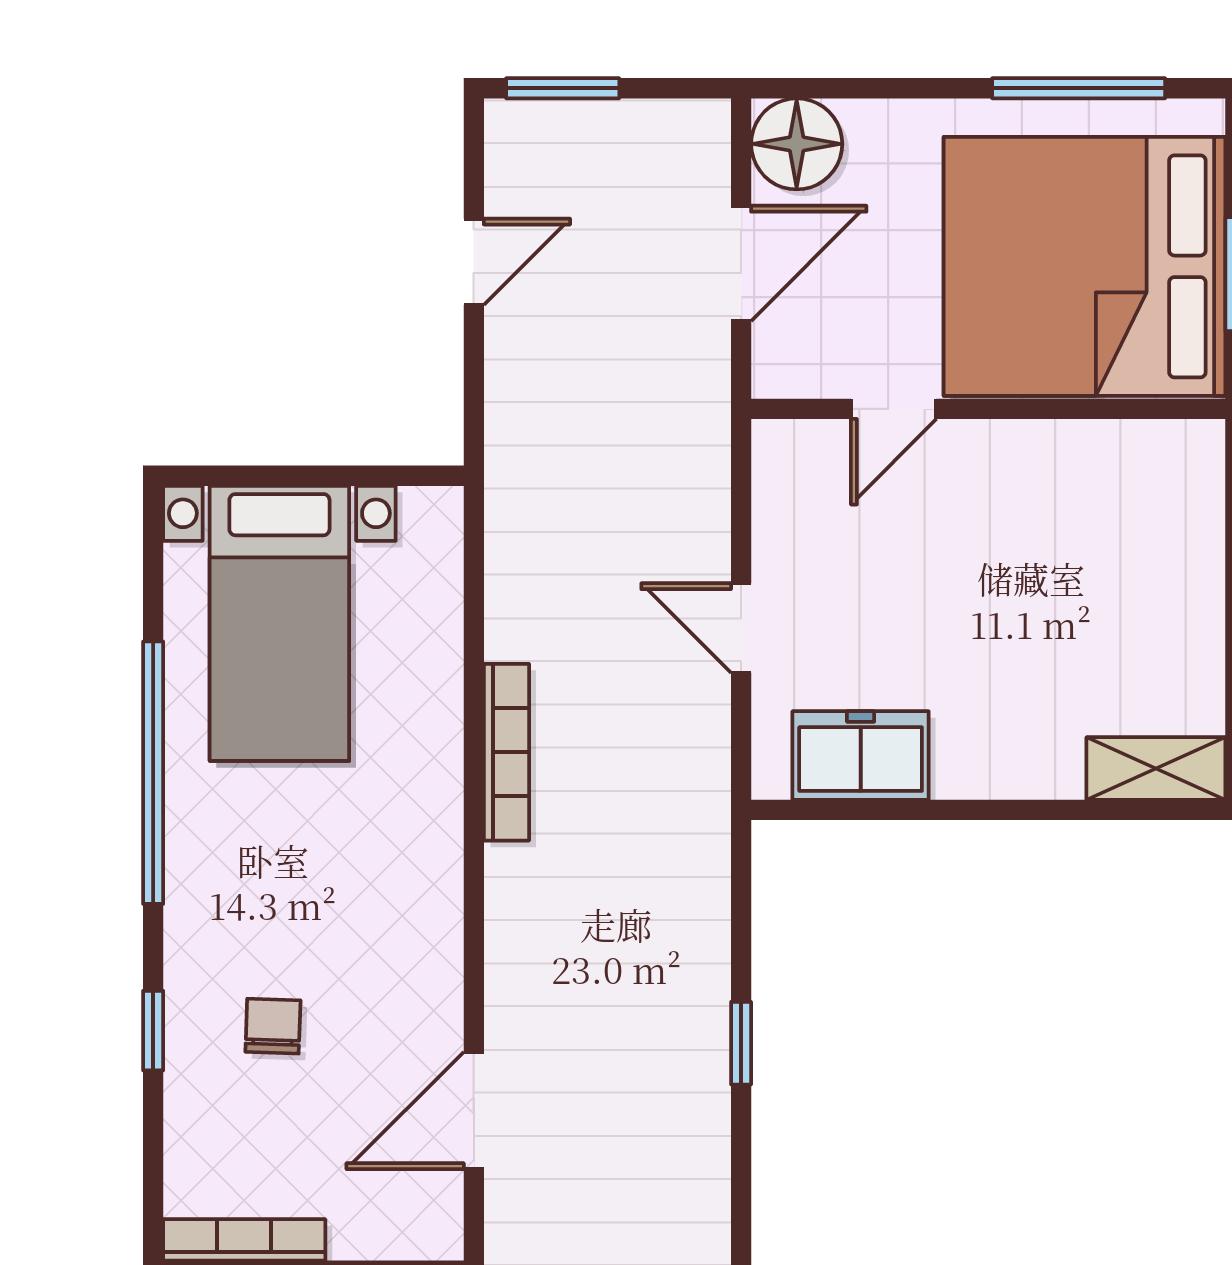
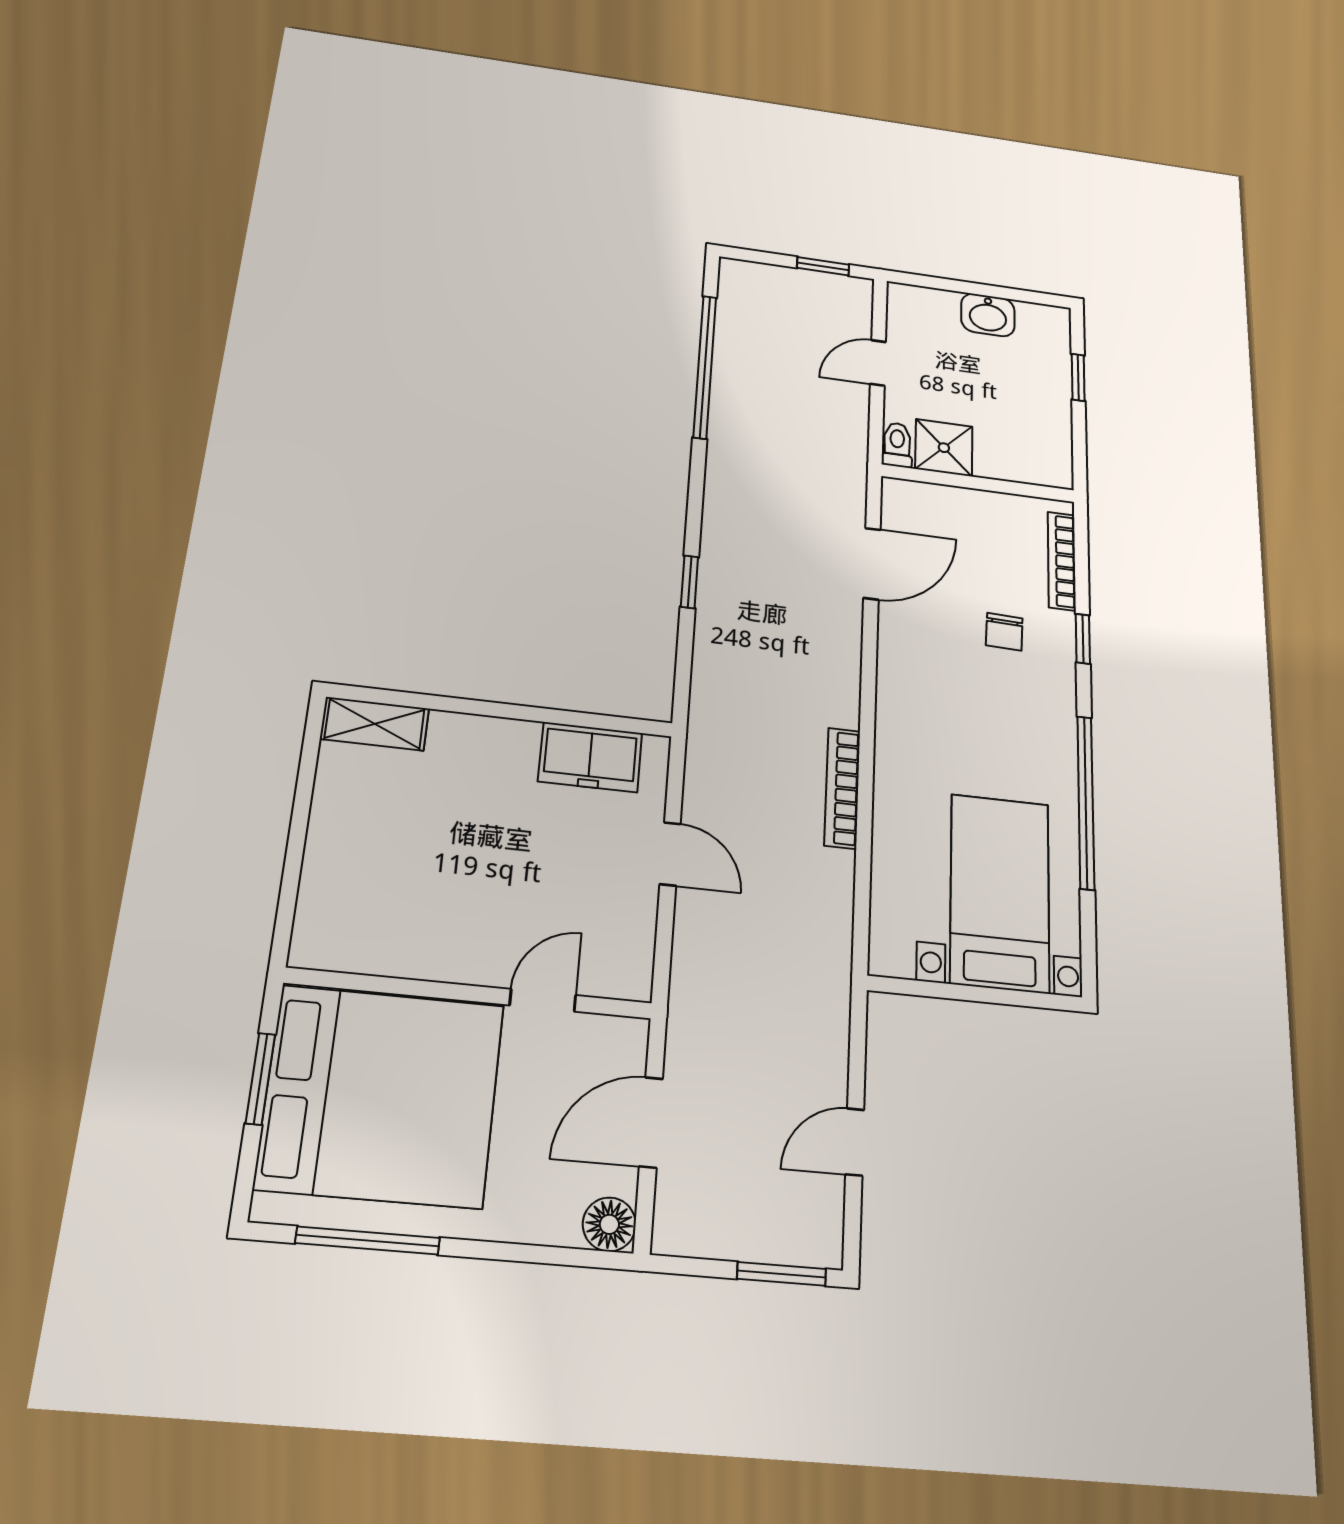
floor lamp: (797, 144) -> (609, 1224), width x0.73, depth x0.73
bookcase: (244, 1240) -> (1062, 561), moved, turned 90

